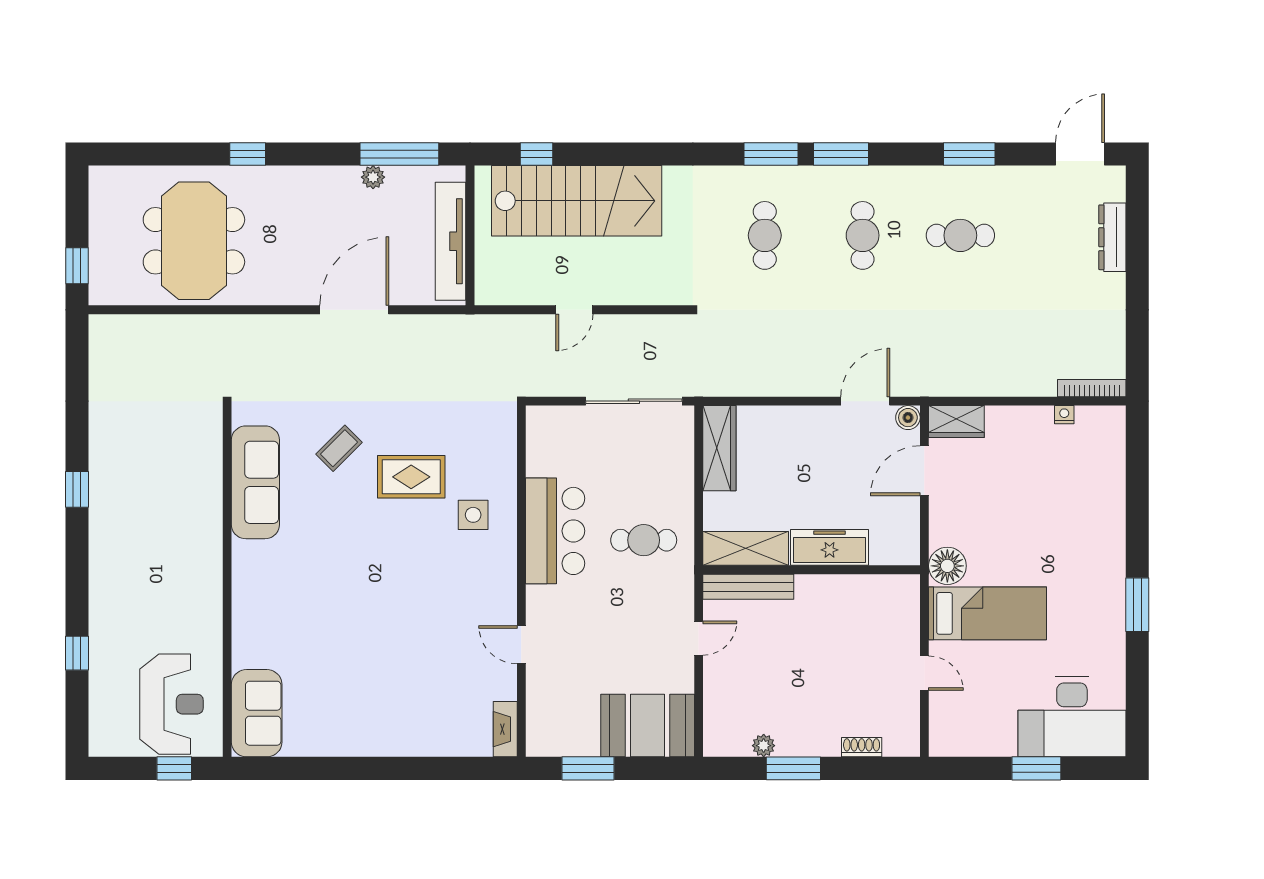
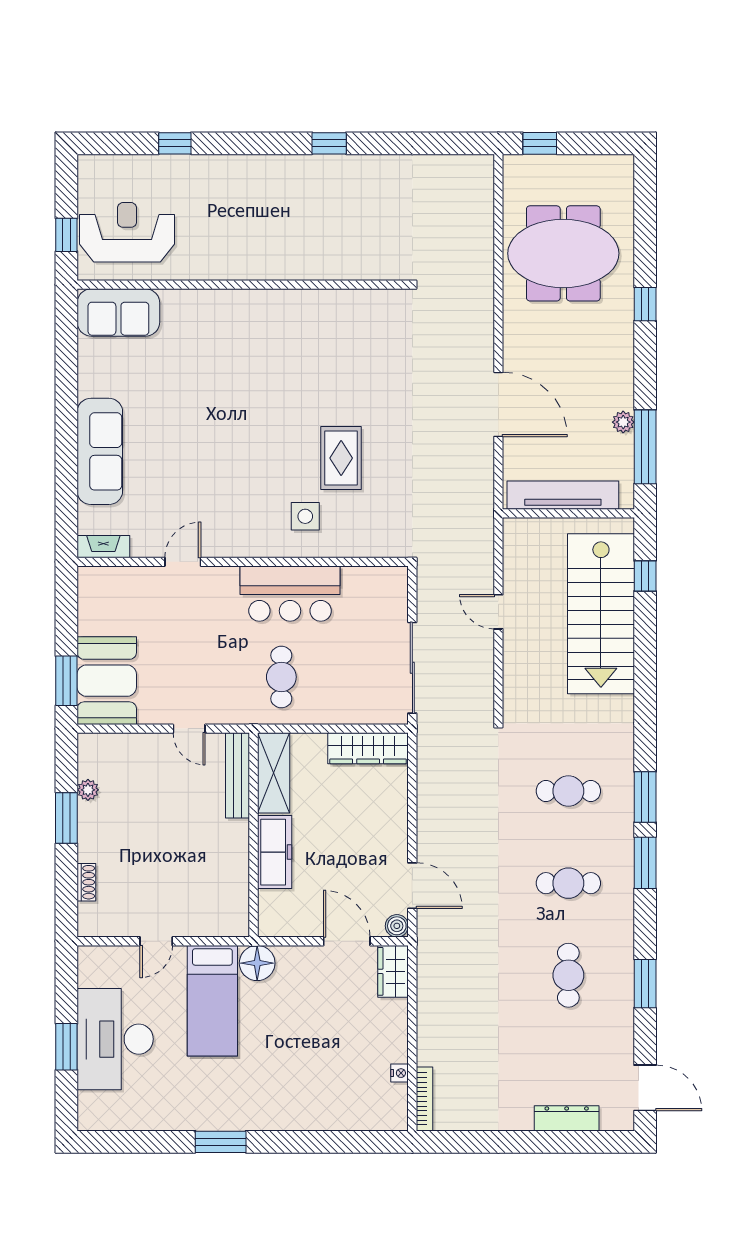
coffee table: (339, 448) -> (368, 390), removed
sofa: (255, 482) -> (100, 451), moved, turned -90
reception desk: (171, 704) -> (127, 232), turned 180
desk: (1072, 717) -> (115, 1039), moved
window: (588, 768) -> (66, 681), moved

